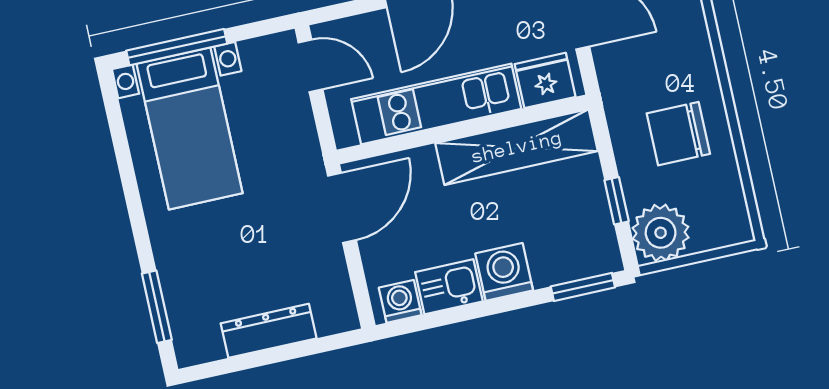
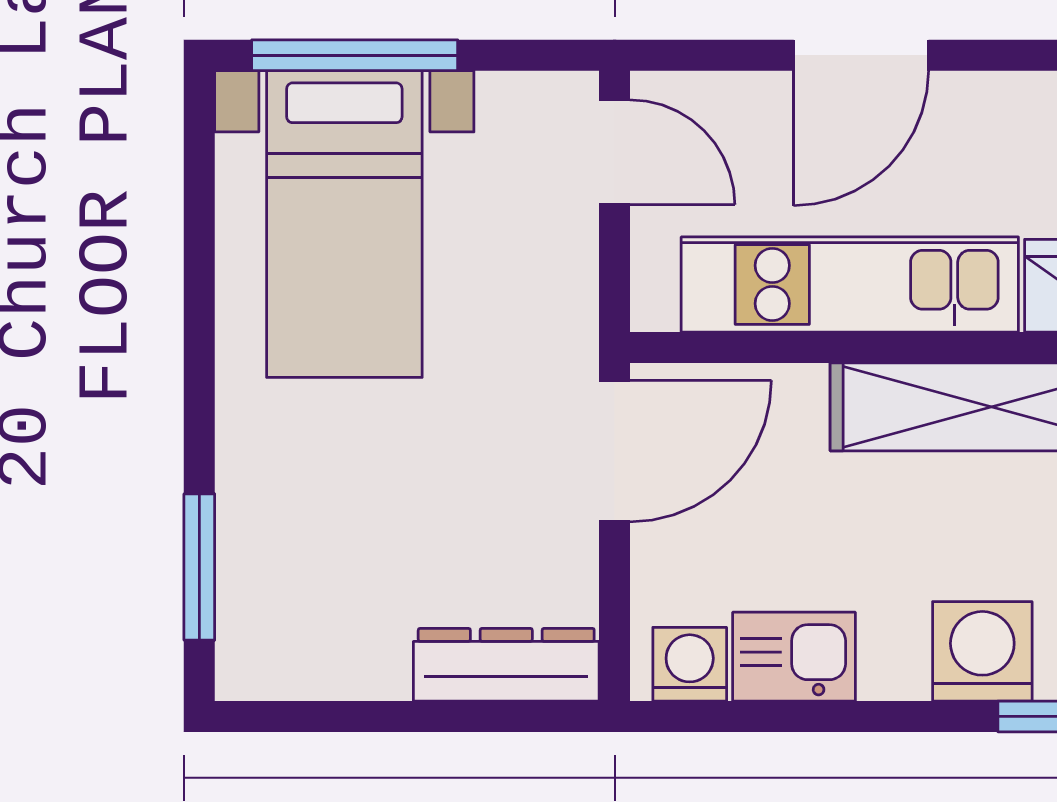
washing machine: (504, 272) -> (982, 651), moved
dresser: (269, 331) -> (506, 665), moved

